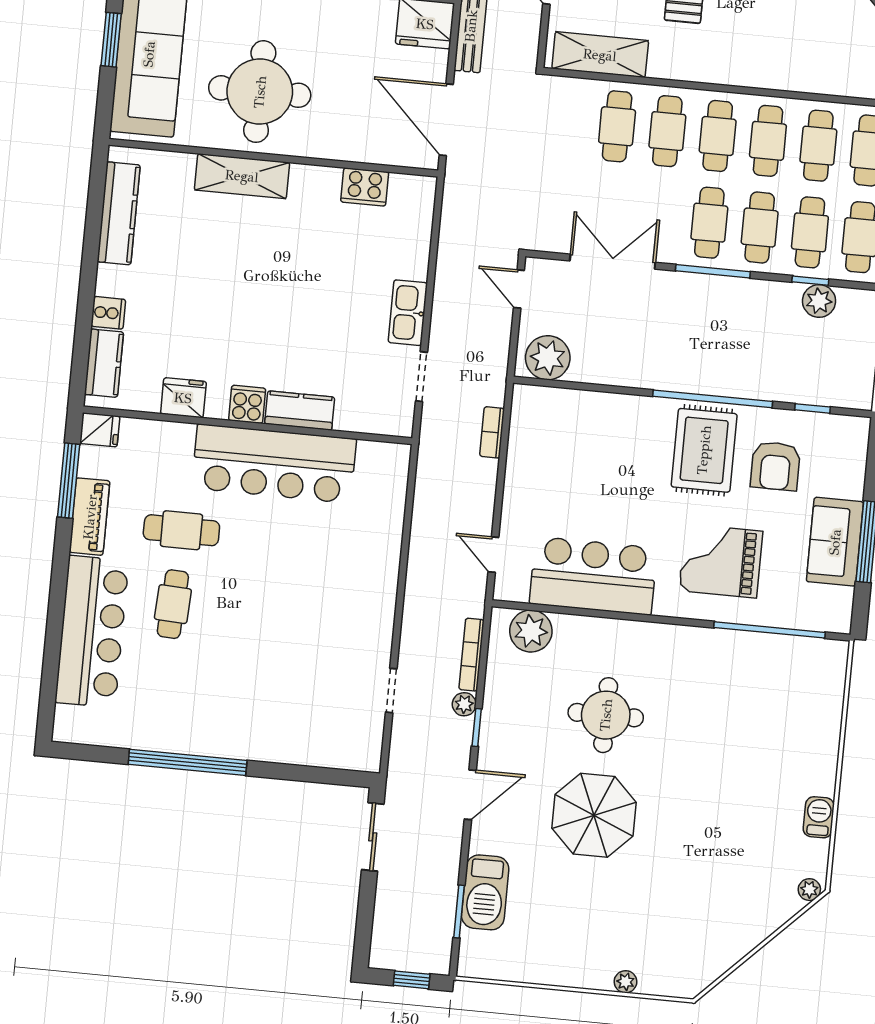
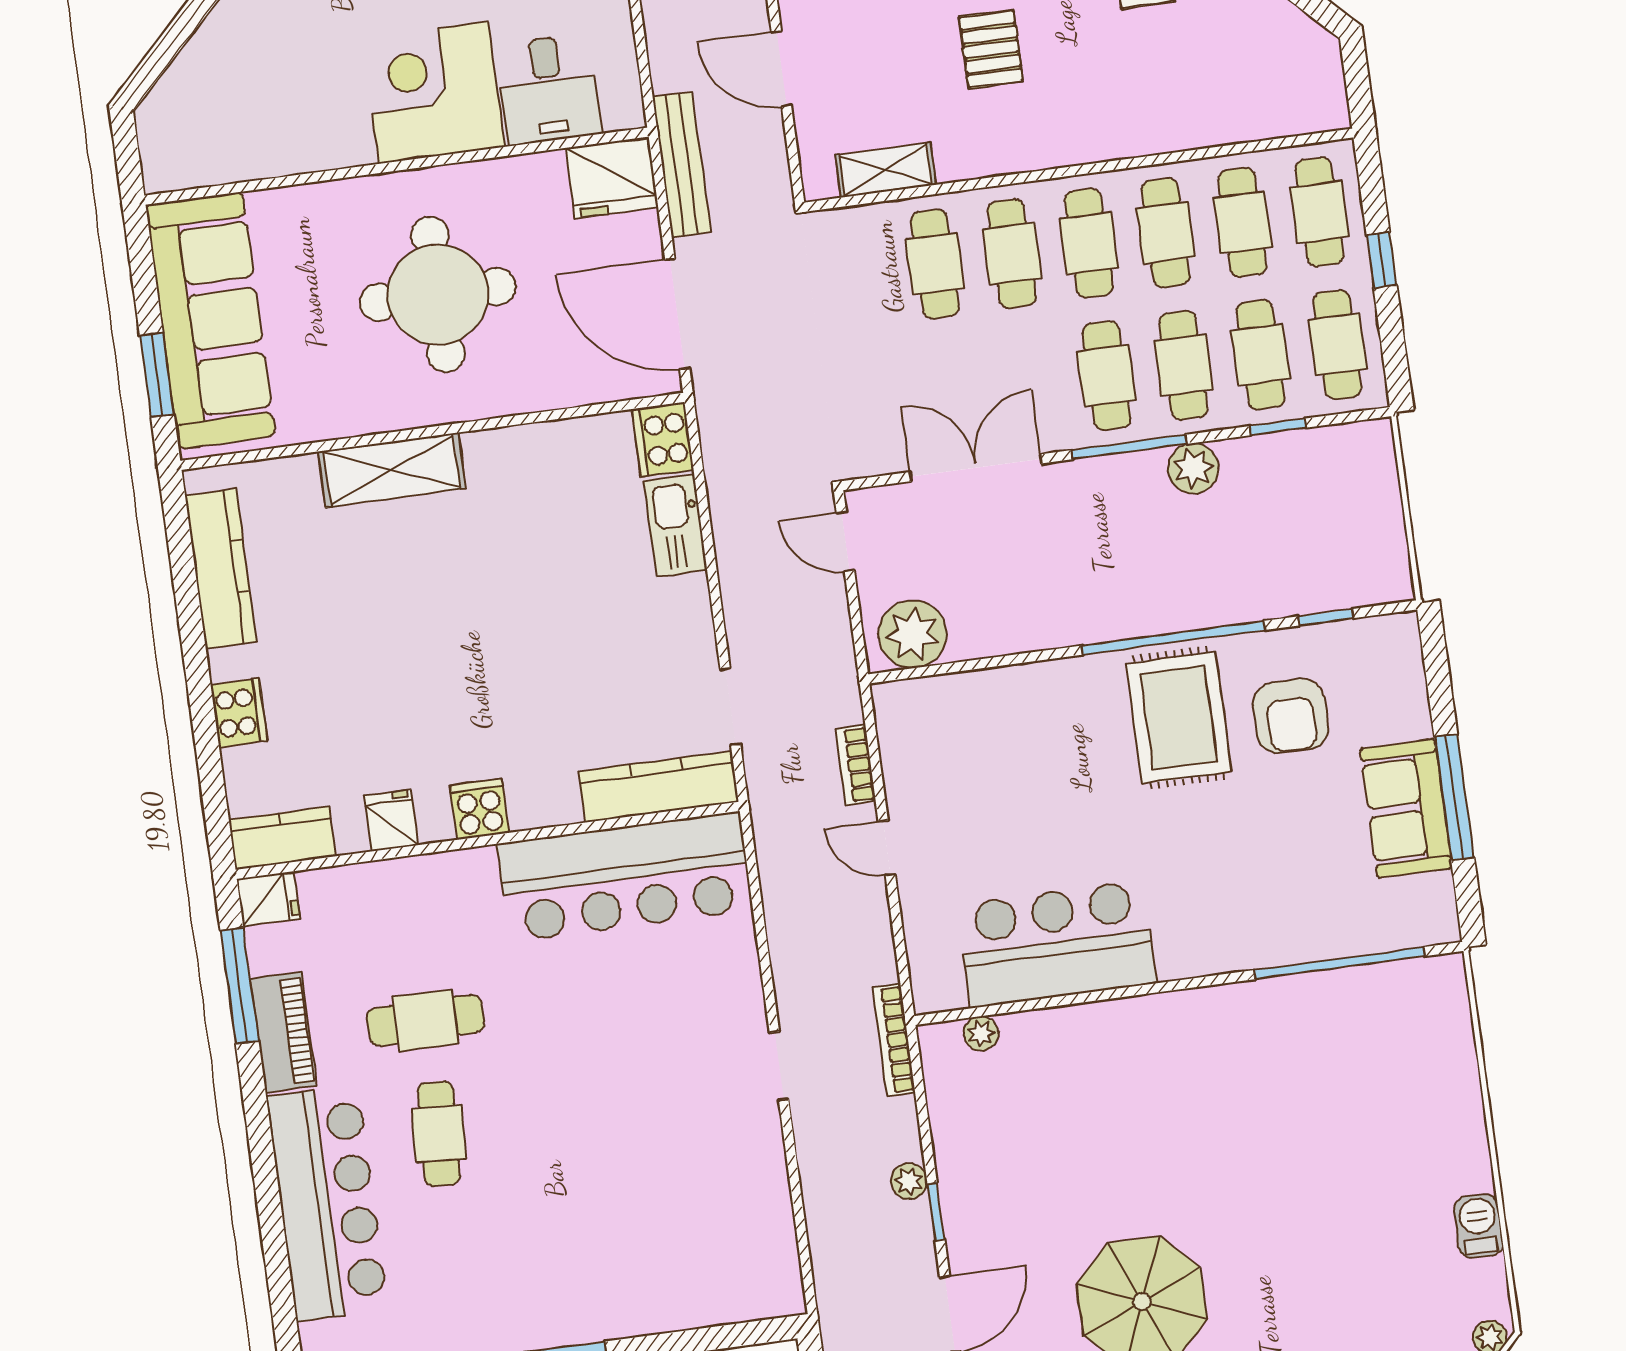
window: (111, 40) -> (157, 375), moved
shelving: (600, 55) -> (886, 170), width x0.67, depth x0.75
round table: (260, 92) -> (438, 294), moved
cooker: (365, 187) -> (663, 440), moved, turned 90
plant: (819, 301) -> (1193, 468), moved
cooker: (108, 313) -> (239, 713), width x1.36
kitchen sink: (408, 313) -> (675, 525), moved
kitchen counter: (104, 363) -> (282, 838), moved, turned -90
fridge: (183, 398) -> (391, 820), width x0.72
kitchen counter: (300, 411) -> (659, 787), moved, width x1.50
bar counter: (274, 464) -> (625, 877), moved
door: (493, 555) -> (887, 848), moved
grand piano: (721, 561) -> (1242, 877), removed
plant: (531, 631) -> (981, 1034), width x0.53, depth x0.53
bookcase: (471, 655) -> (894, 1040), moved
doorway: (391, 691) -> (779, 1066), moved
round table: (606, 715) -> (1124, 1148), removed

